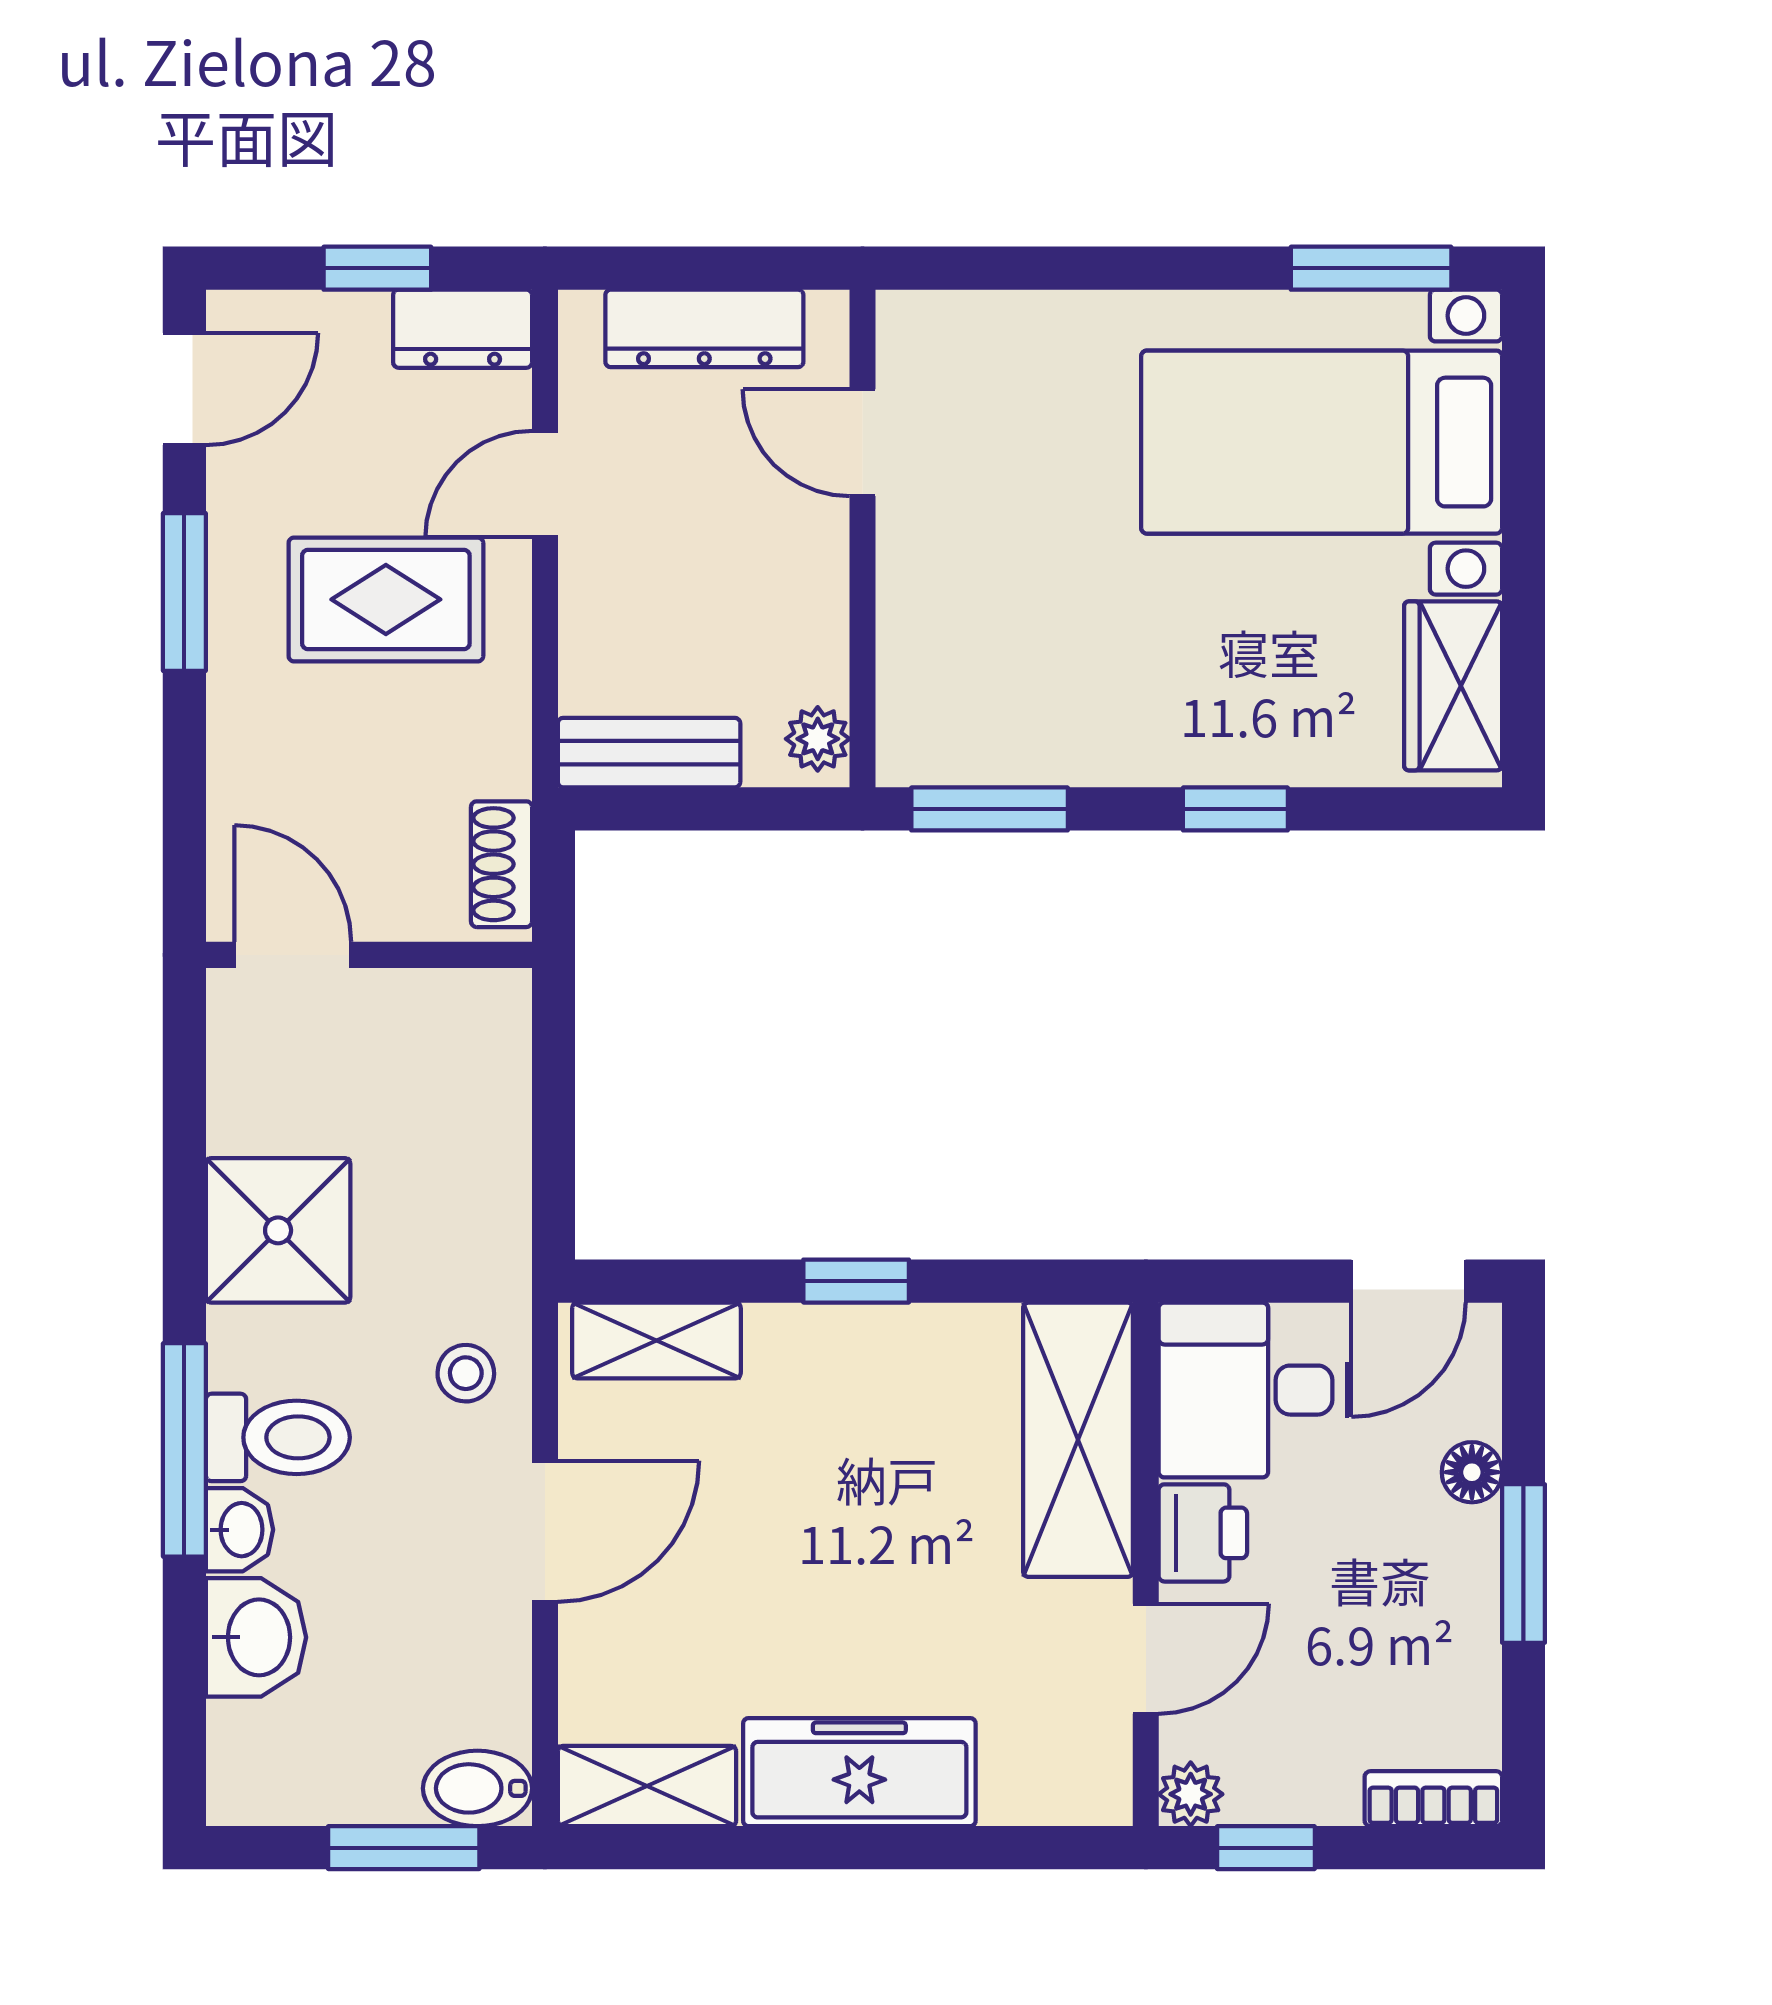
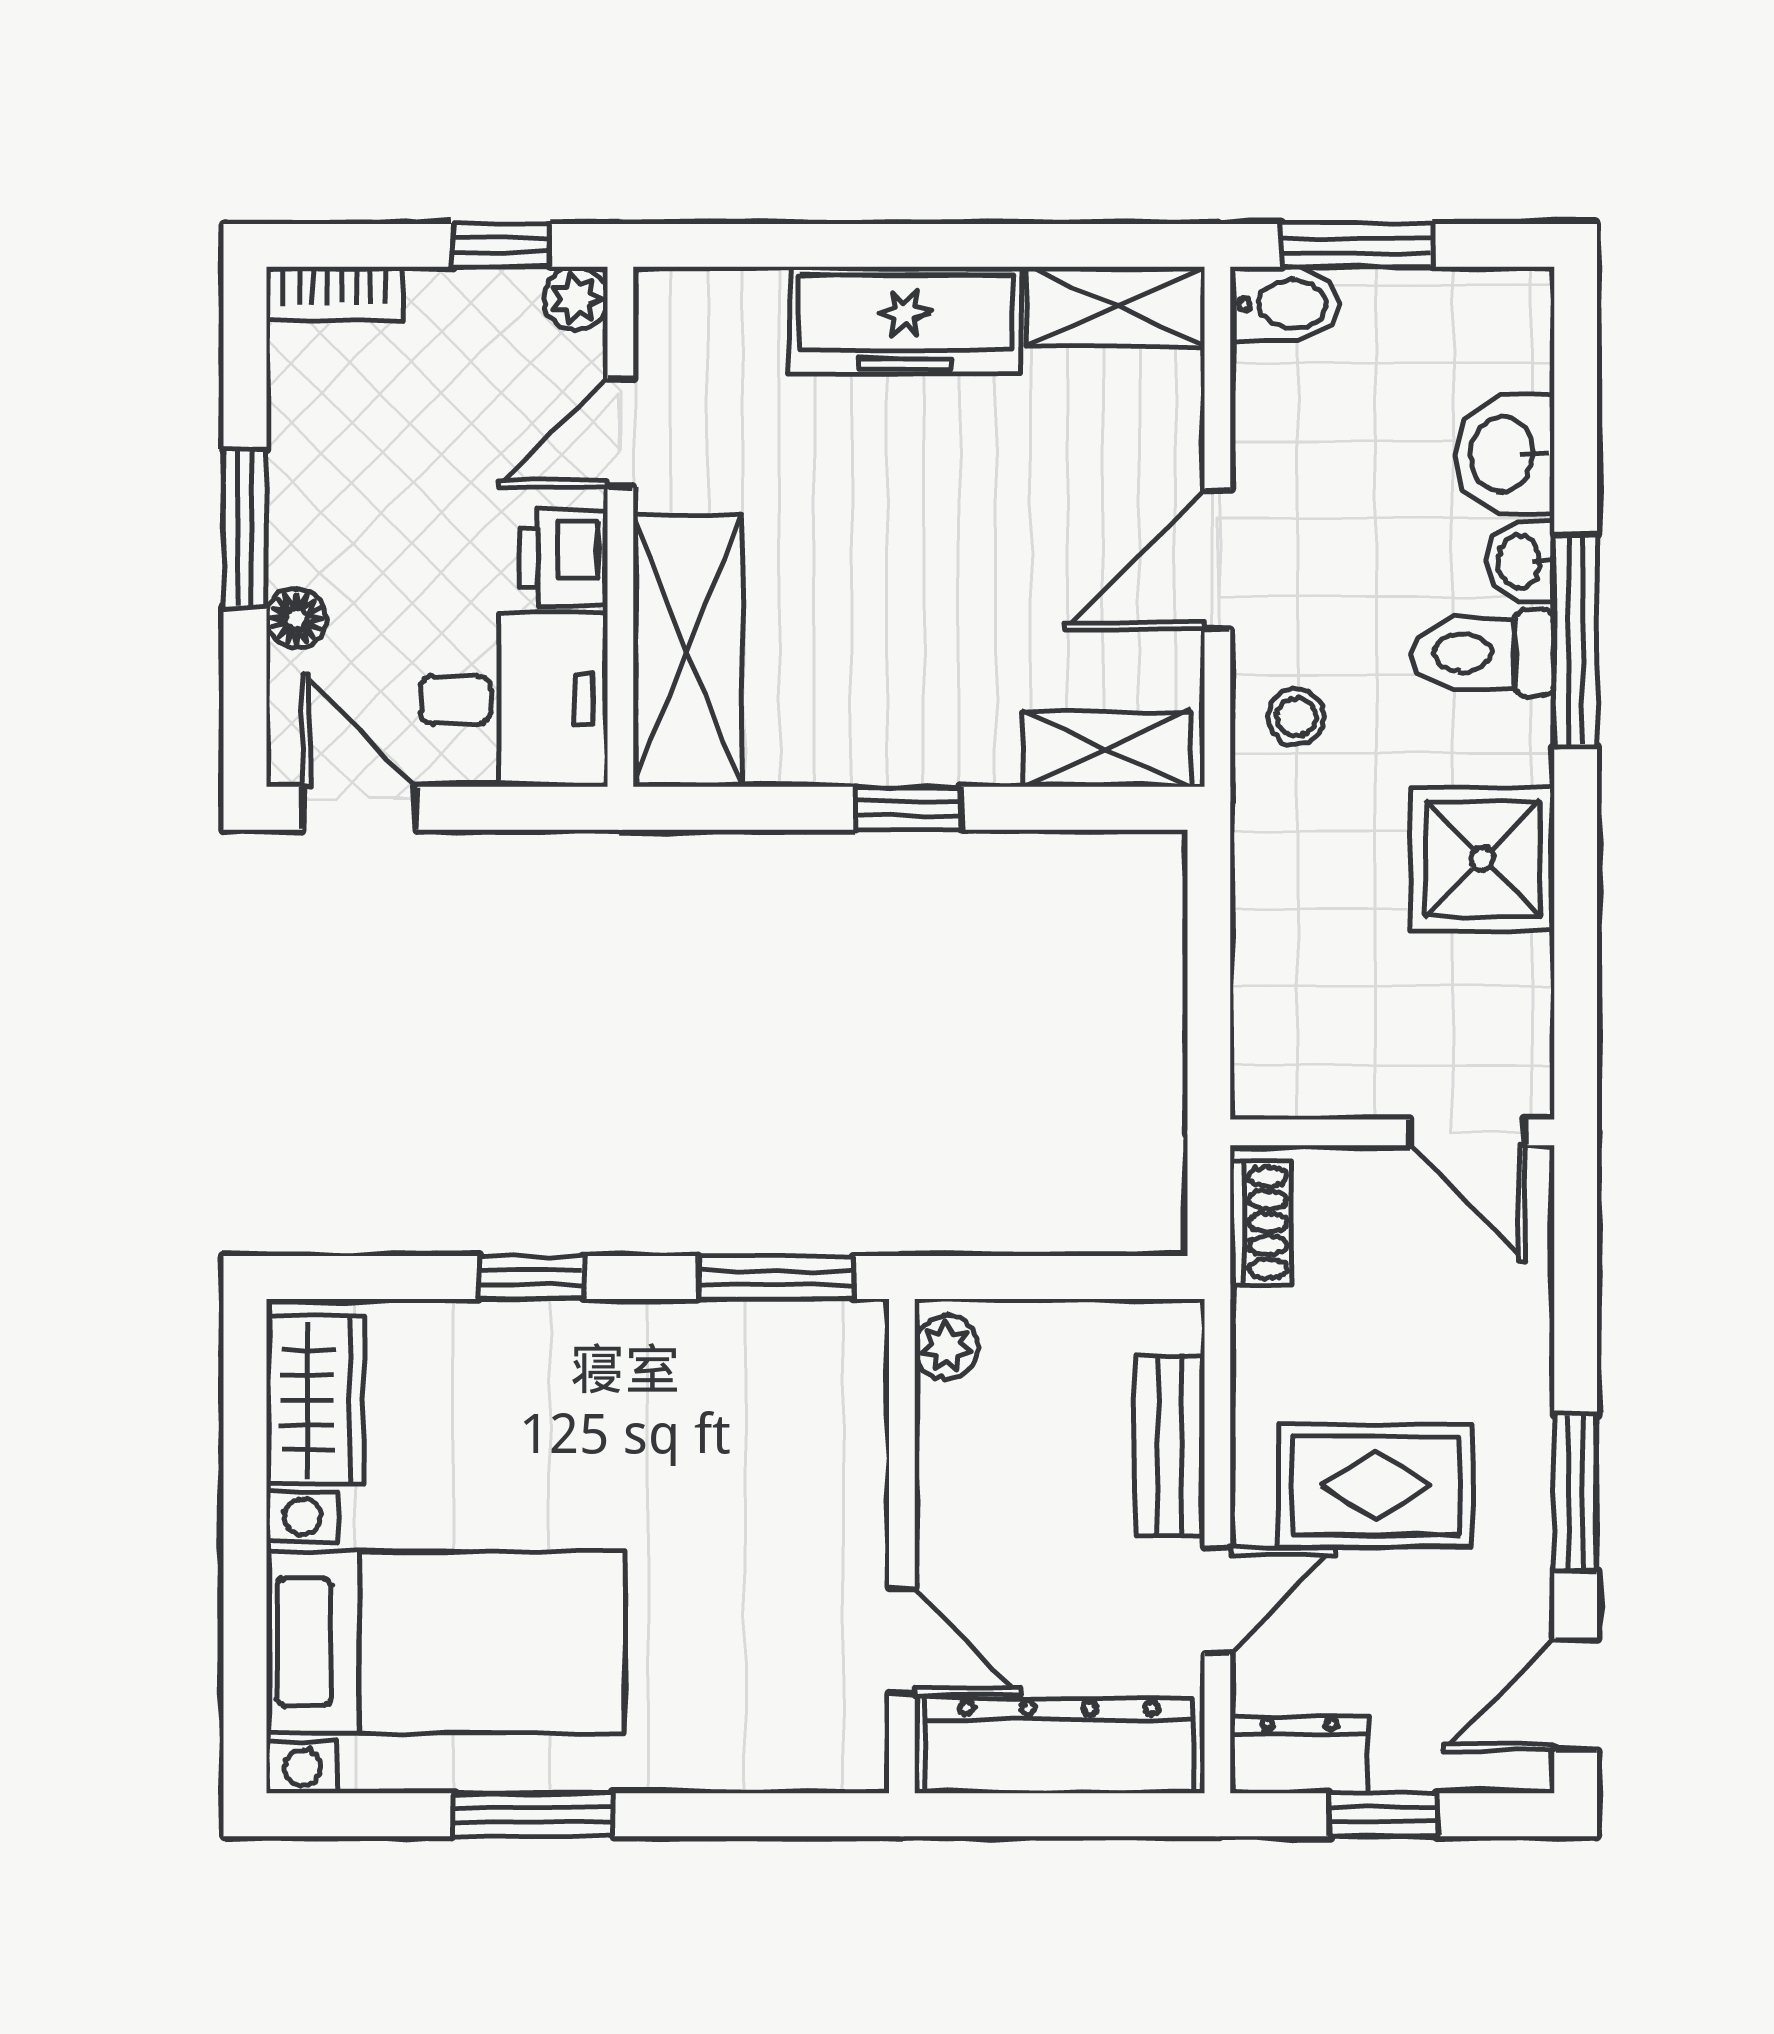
window: (1371, 268) -> (532, 1815), moved
dresser: (704, 328) -> (1059, 1746), width x1.37, depth x1.24
bench: (649, 753) -> (1170, 1446), moved, turned 90
door: (1409, 1281) -> (359, 808), hinge flipped

